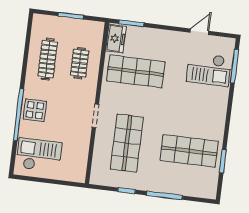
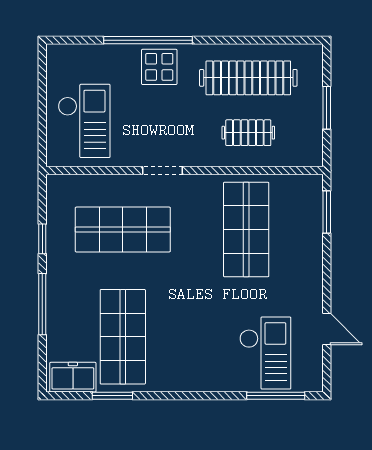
freezer: (116, 39) -> (73, 377), moved, turned 180
clothes rail: (48, 59) -> (248, 78), width x1.37, depth x1.31
checkout: (209, 69) -> (265, 353), turned 180
checkout: (39, 155) -> (84, 121), moved

